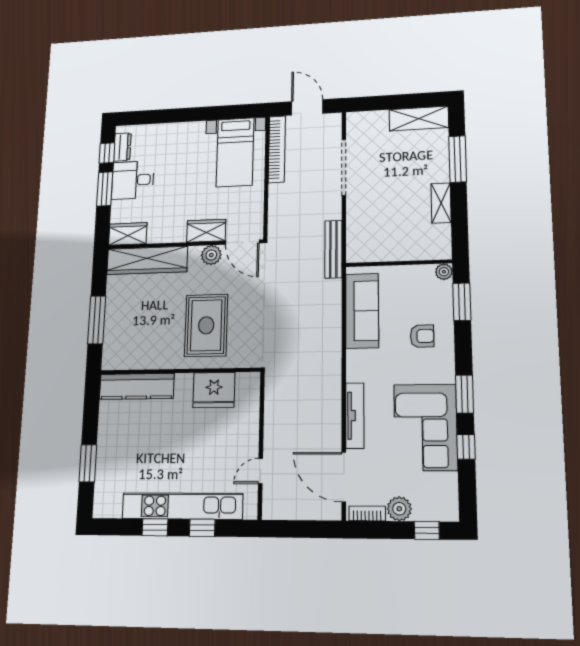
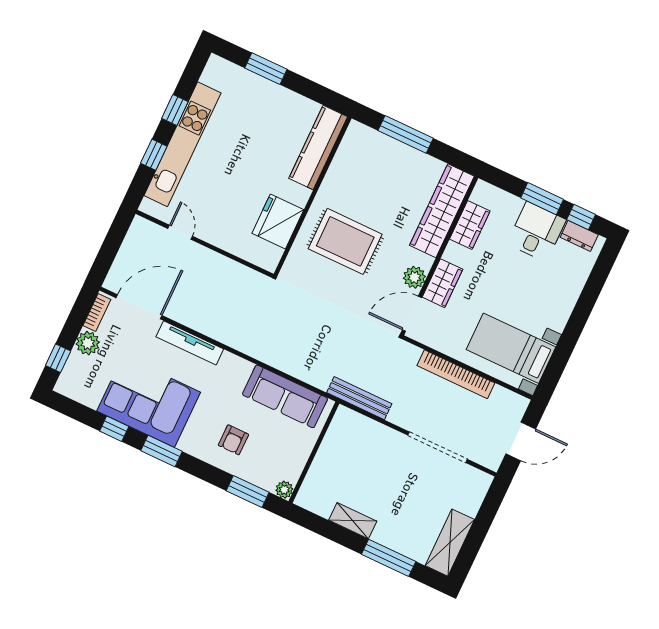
bookcase: (277, 149) -> (456, 374), moved
wardrobe: (128, 234) -> (470, 225), moved

